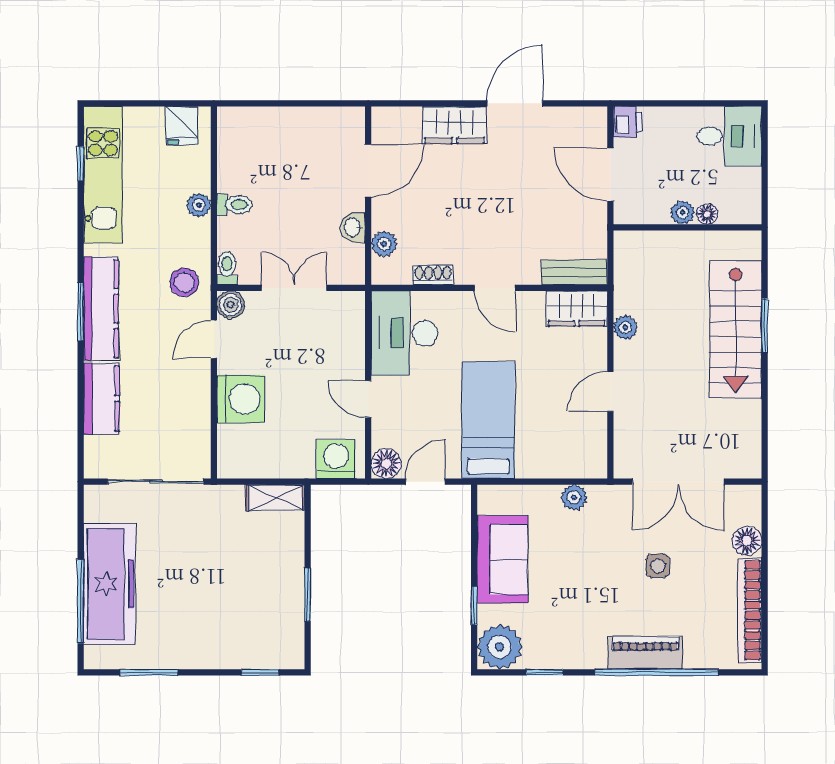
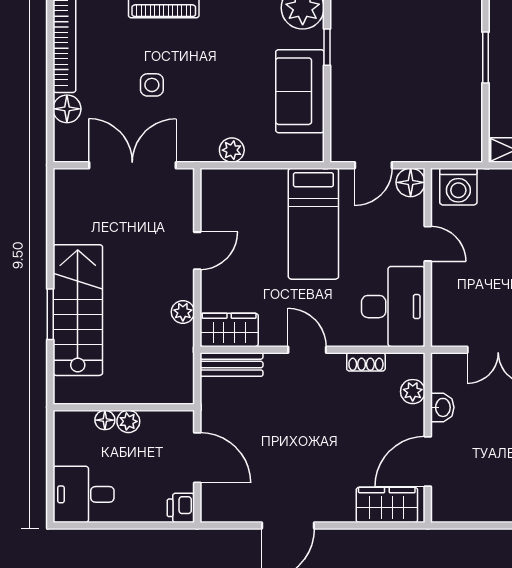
wardrobe: (454, 125) -> (387, 505), moved

